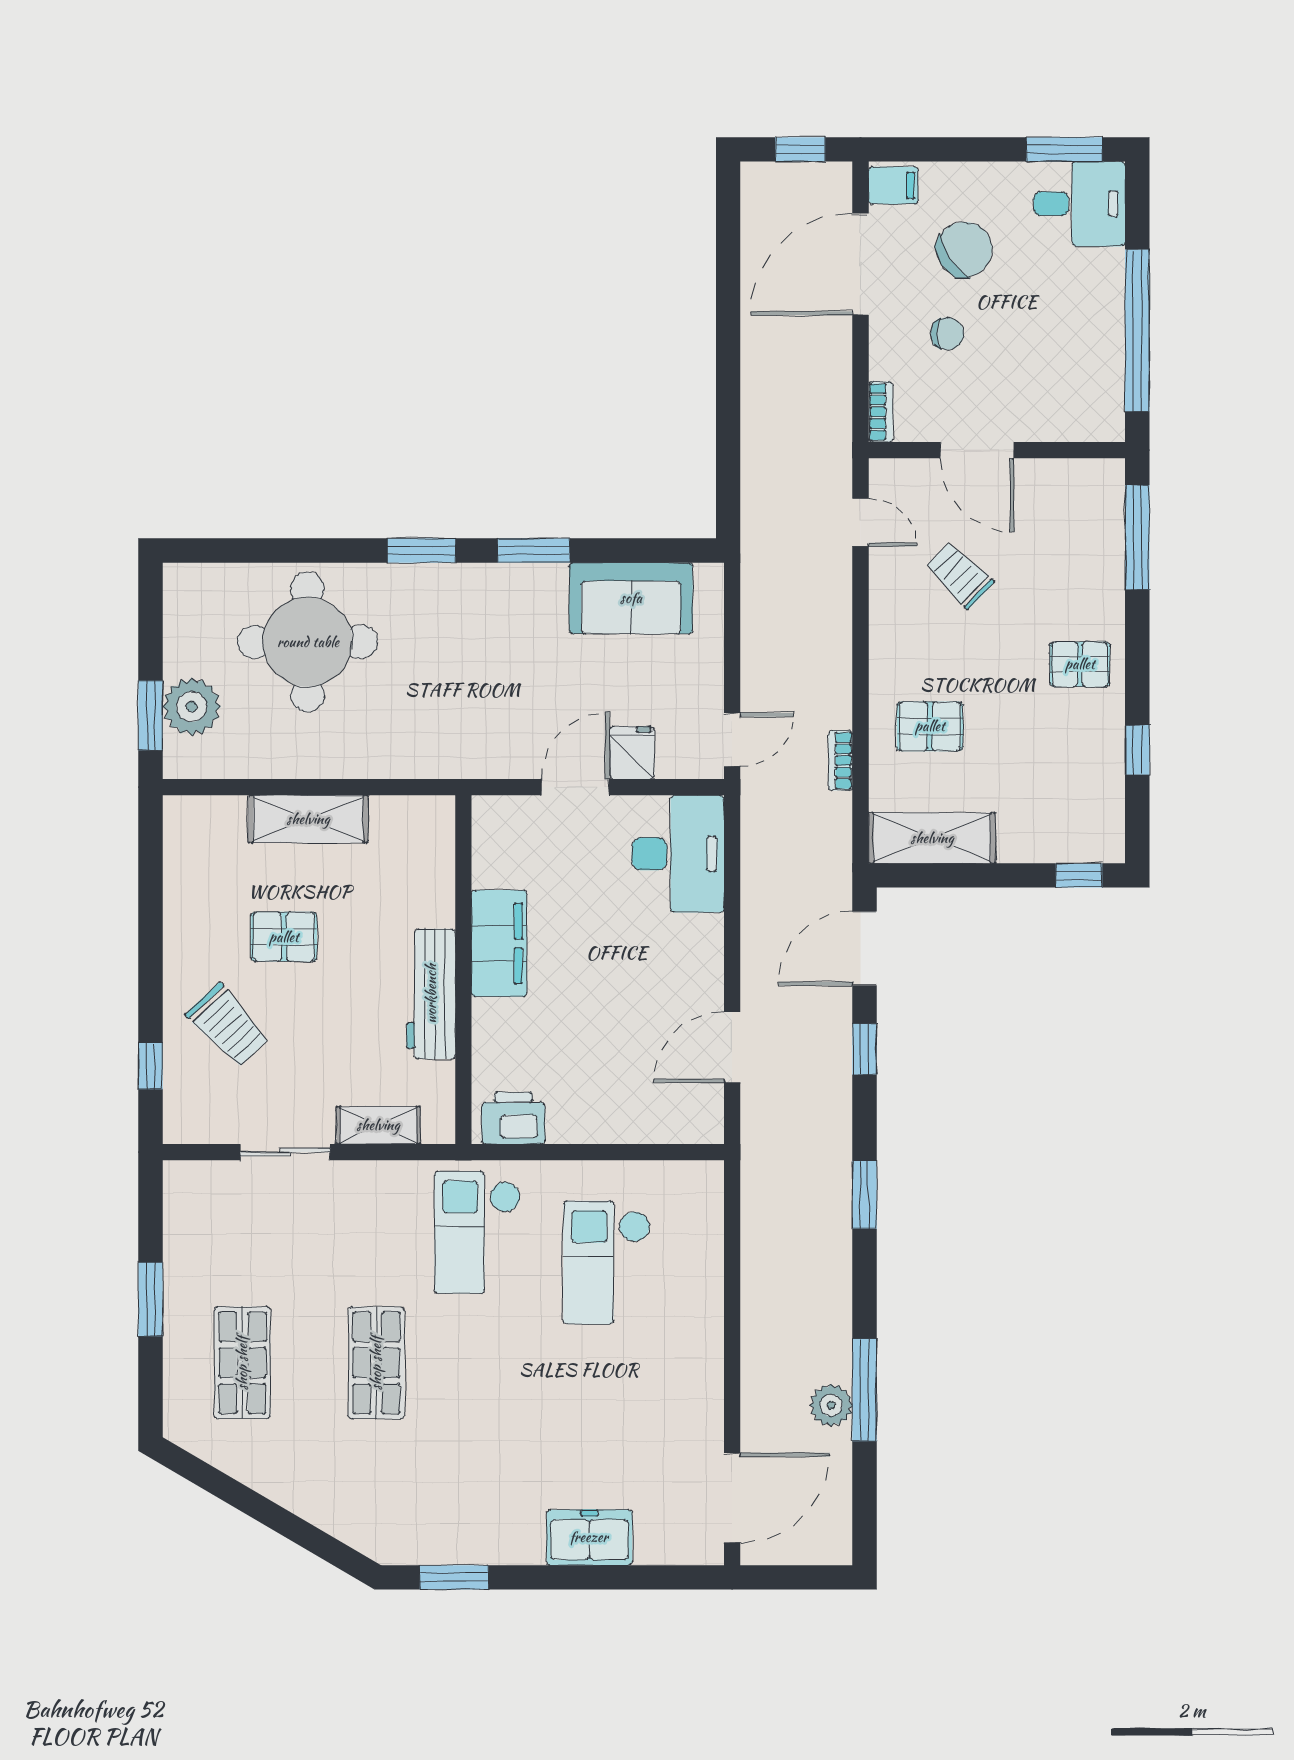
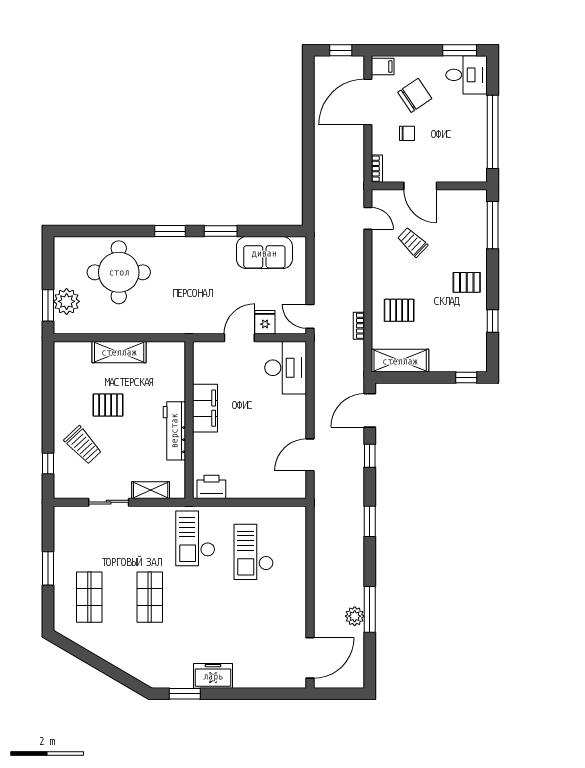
door: (732, 740) -> (310, 316), swing flipped
freezer: (589, 1537) -> (213, 676), moved

